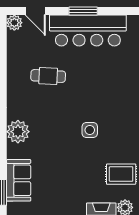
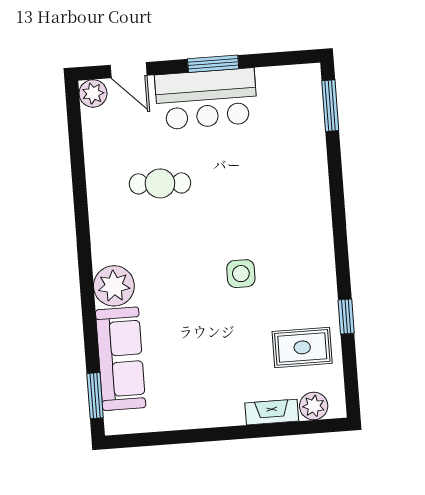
bar counter: (88, 30) -> (206, 99), width x0.73
sofa: (19, 180) -> (121, 359), width x1.36

